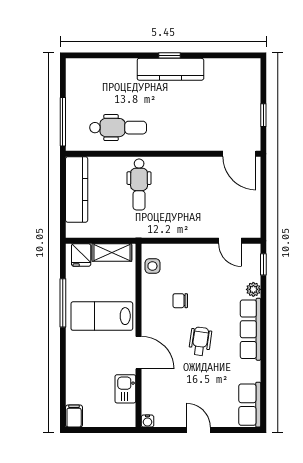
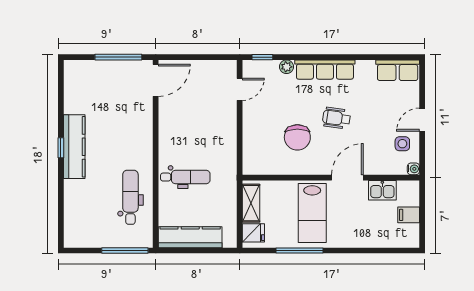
window: (263, 115) -> (118, 57), width x2.17
side table: (152, 266) -> (402, 144), moved
chair: (180, 301) -> (297, 137), width x1.87, depth x1.87
filing cabinet: (74, 416) -> (409, 215), moved

